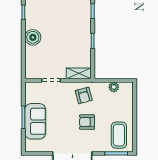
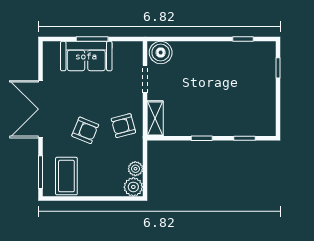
boiler: (33, 37) -> (161, 53), moved
plant: (126, 89) -> (133, 187), added
armchair: (87, 122) -> (85, 130), turned 112
coffee table: (119, 135) -> (66, 176), turned 90

